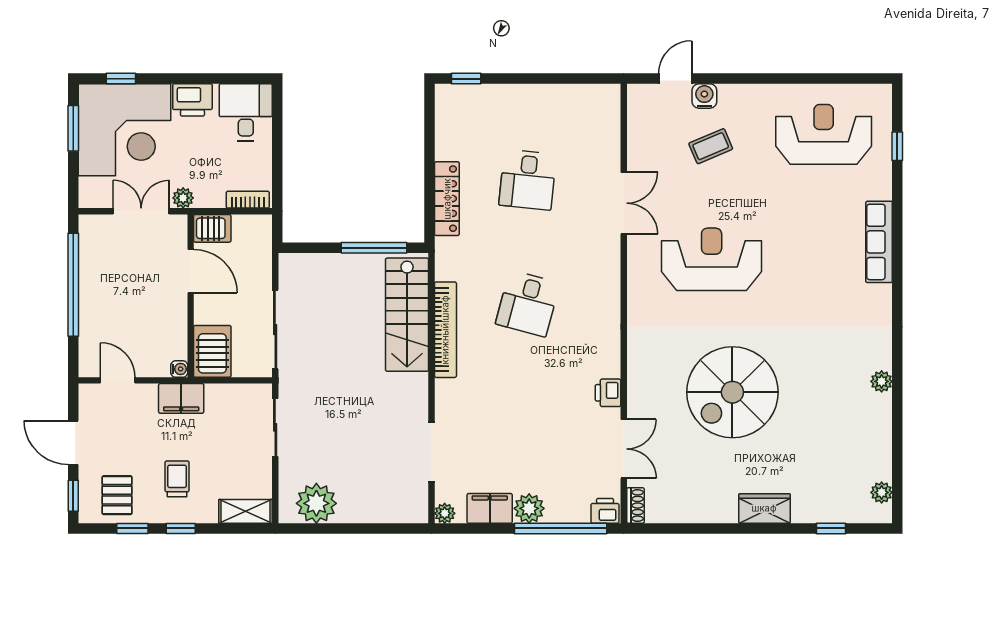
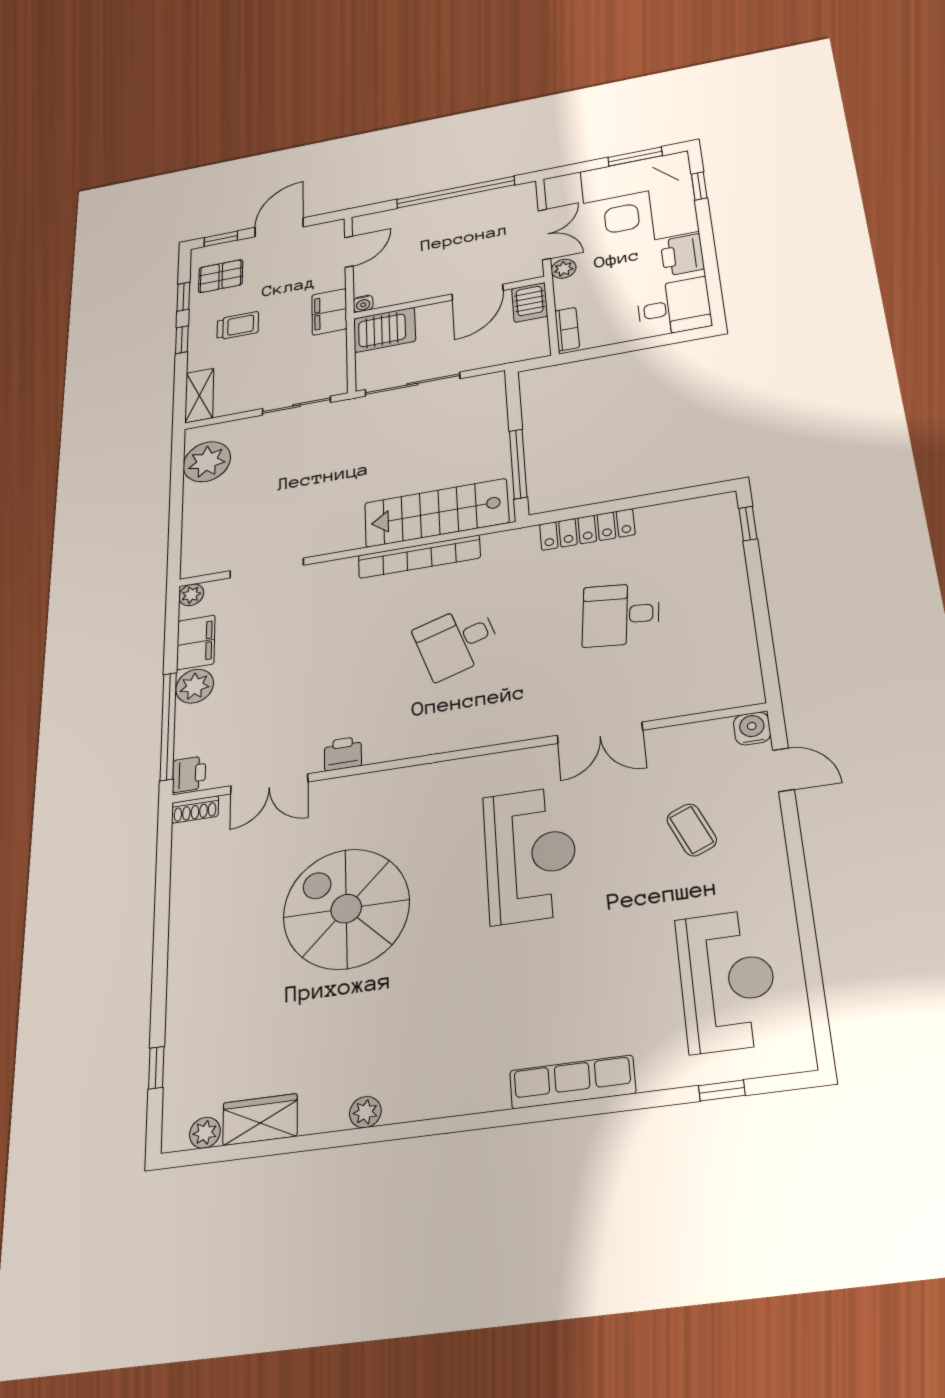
water cooler: (704, 96) -> (752, 729), moved, turned -90
desk: (528, 304) -> (457, 641), turned -33
wardrobe: (764, 508) -> (260, 1120), moved, turned -90

